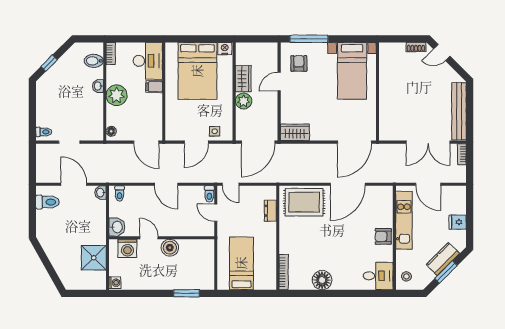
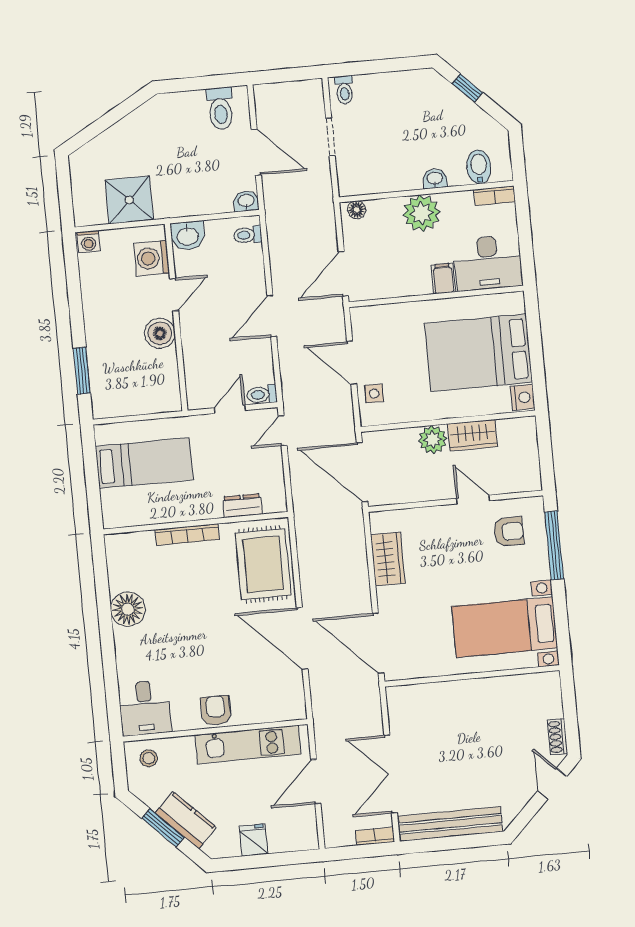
wardrobe: (295, 132) -> (388, 559), moved
door: (74, 184) -> (256, 152), hinge flipped
bookcase: (284, 272) -> (187, 535), moved

